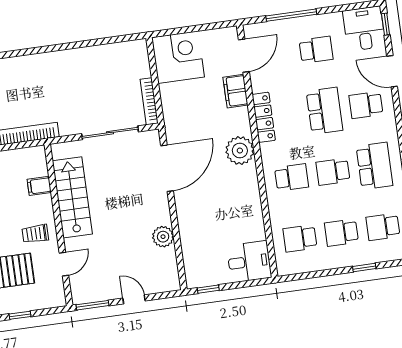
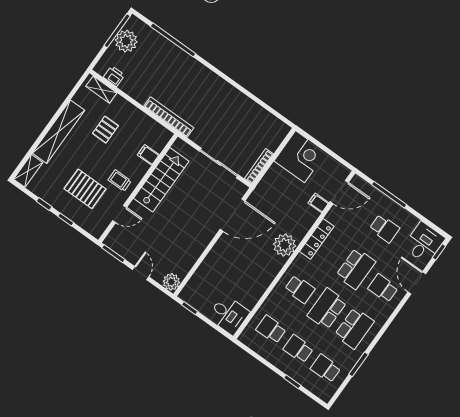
filing cabinet: (235, 91) -> (318, 203), width x0.50
school desk: (333, 172) -> (327, 309), width x1.85
plant: (163, 237) -> (171, 282), moved

